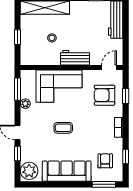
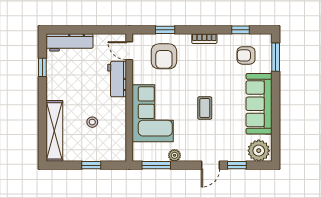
workbench: (75, 58) -> (117, 79), moved

